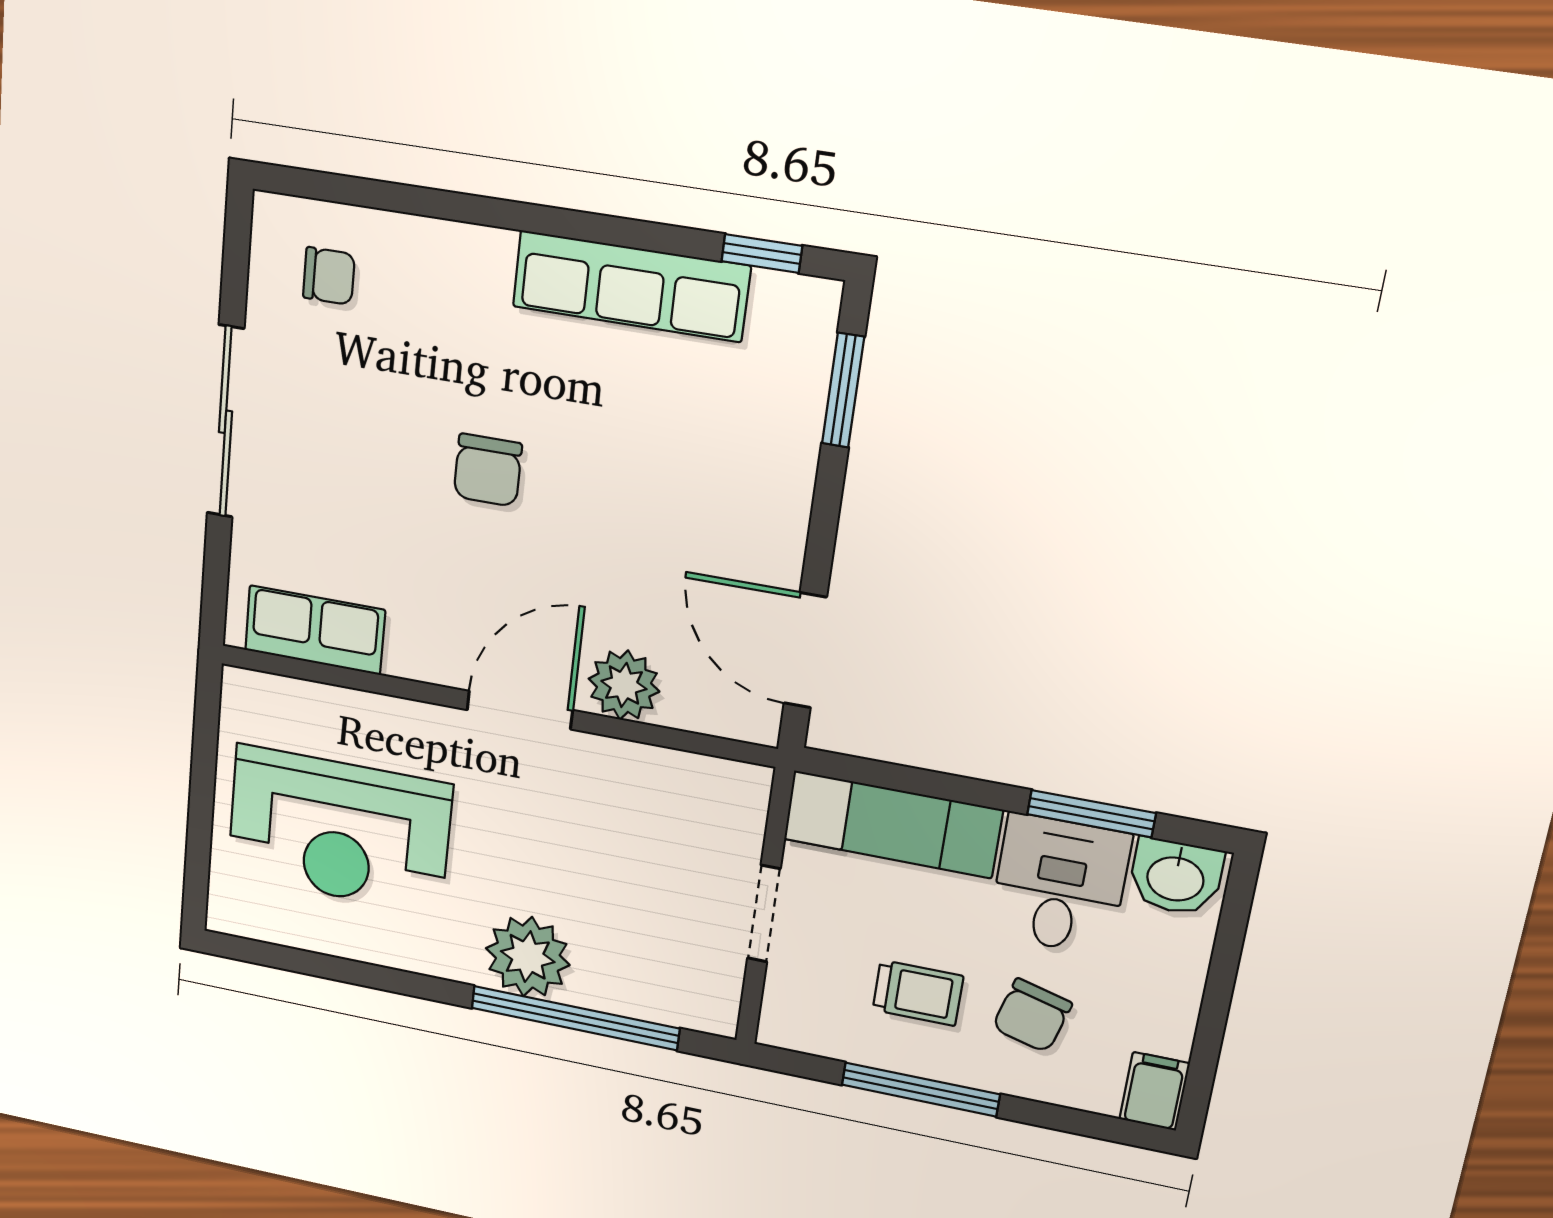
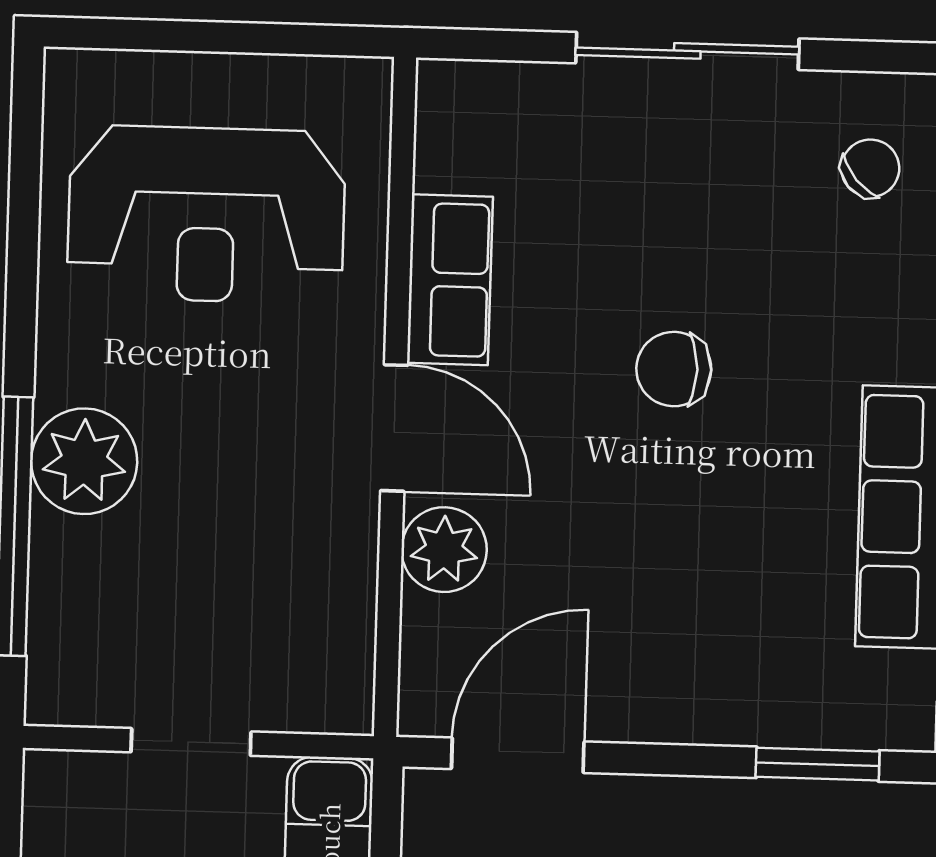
chair: (329, 276) -> (870, 168), turned -131
row of seats: (315, 630) -> (450, 280), moved
reception desk: (339, 830) -> (206, 214), turned -90

